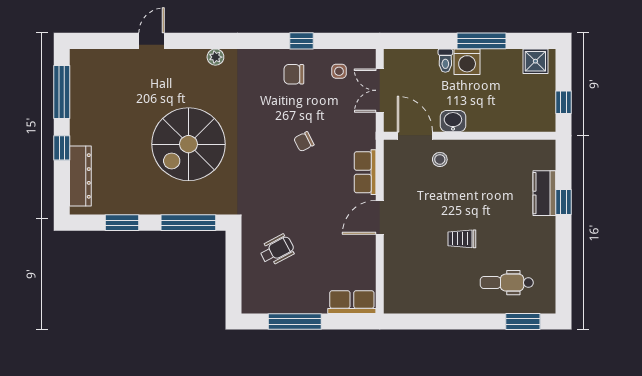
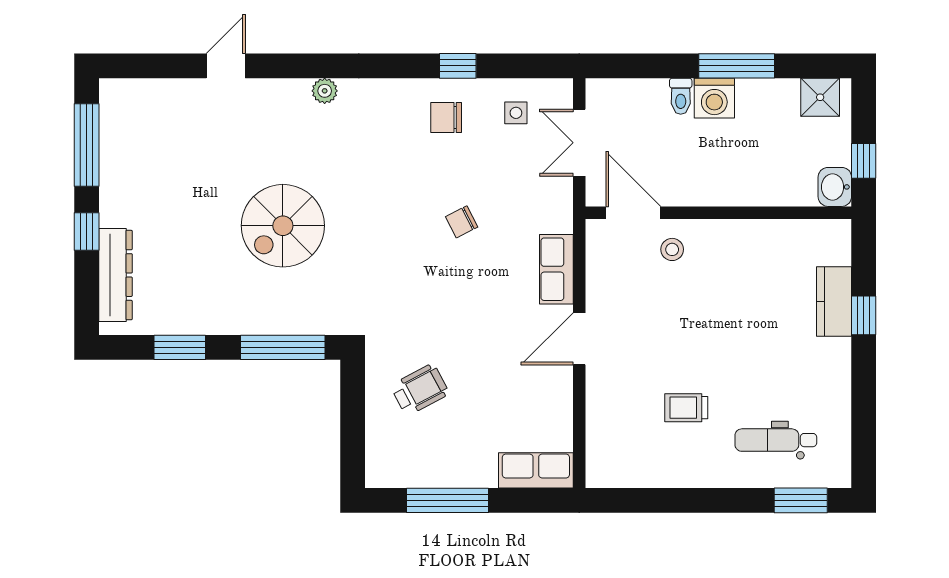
washbasin: (453, 121) -> (835, 187), moved, turned -90
spiral stairs: (189, 144) -> (283, 226), width x0.73, depth x0.73
trolley: (462, 239) -> (686, 408), moved

